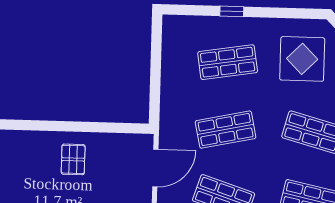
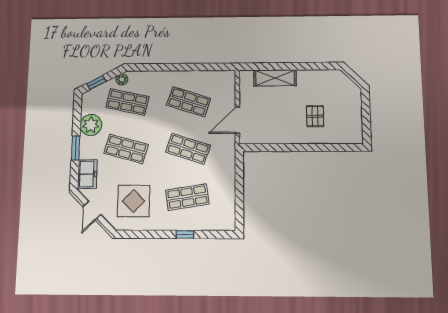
shop shelf: (226, 130) -> (188, 149), turned 30
pallet: (73, 159) -> (315, 116), moved

